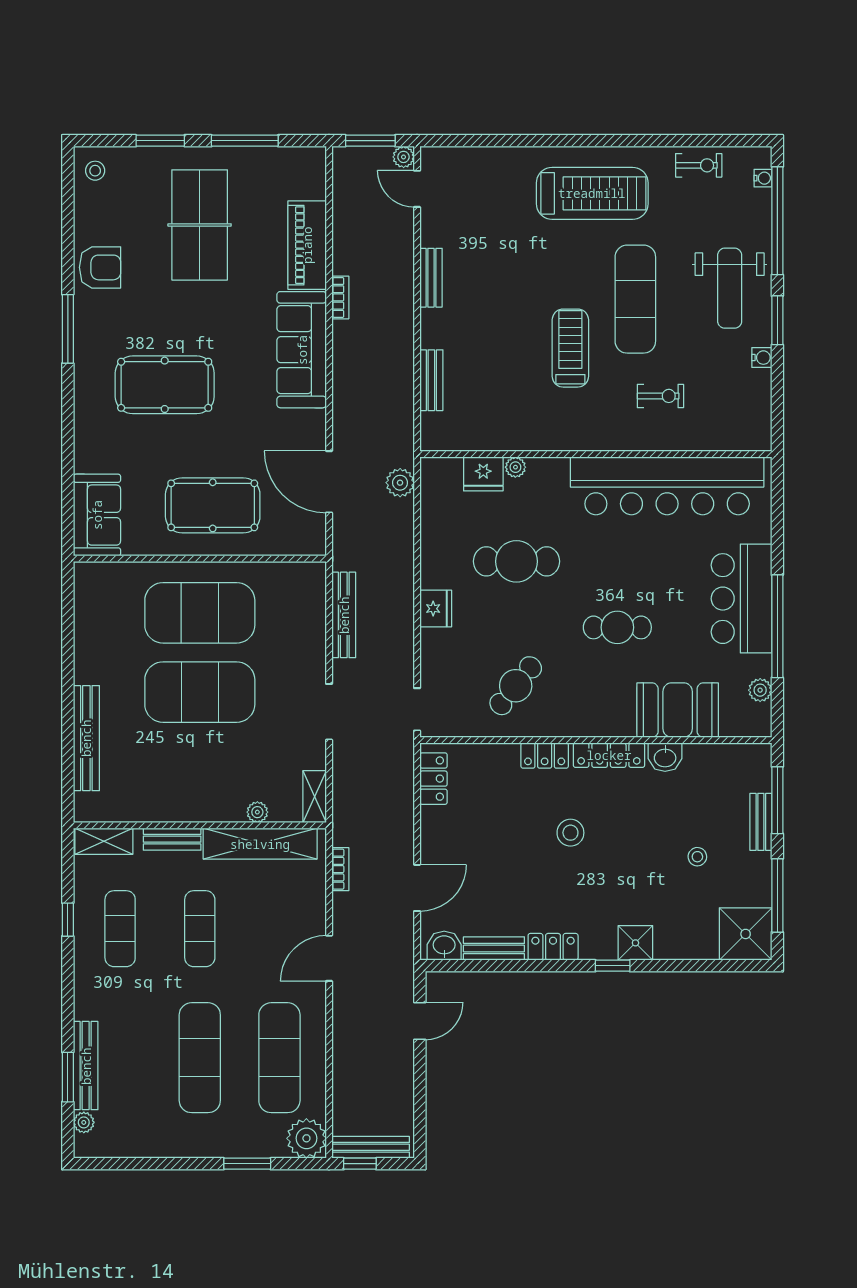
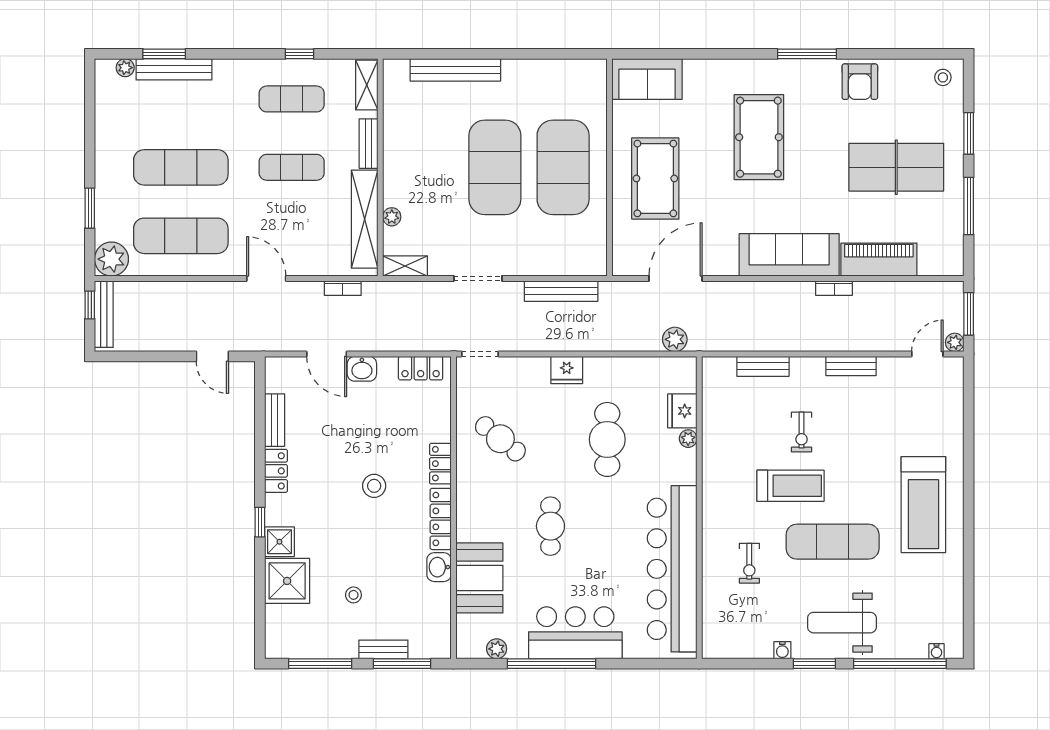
exercise bike: (699, 165) -> (802, 432), moved
shower: (746, 934) -> (287, 581), moved
washbasin: (444, 946) -> (362, 369), moved, turned 90

